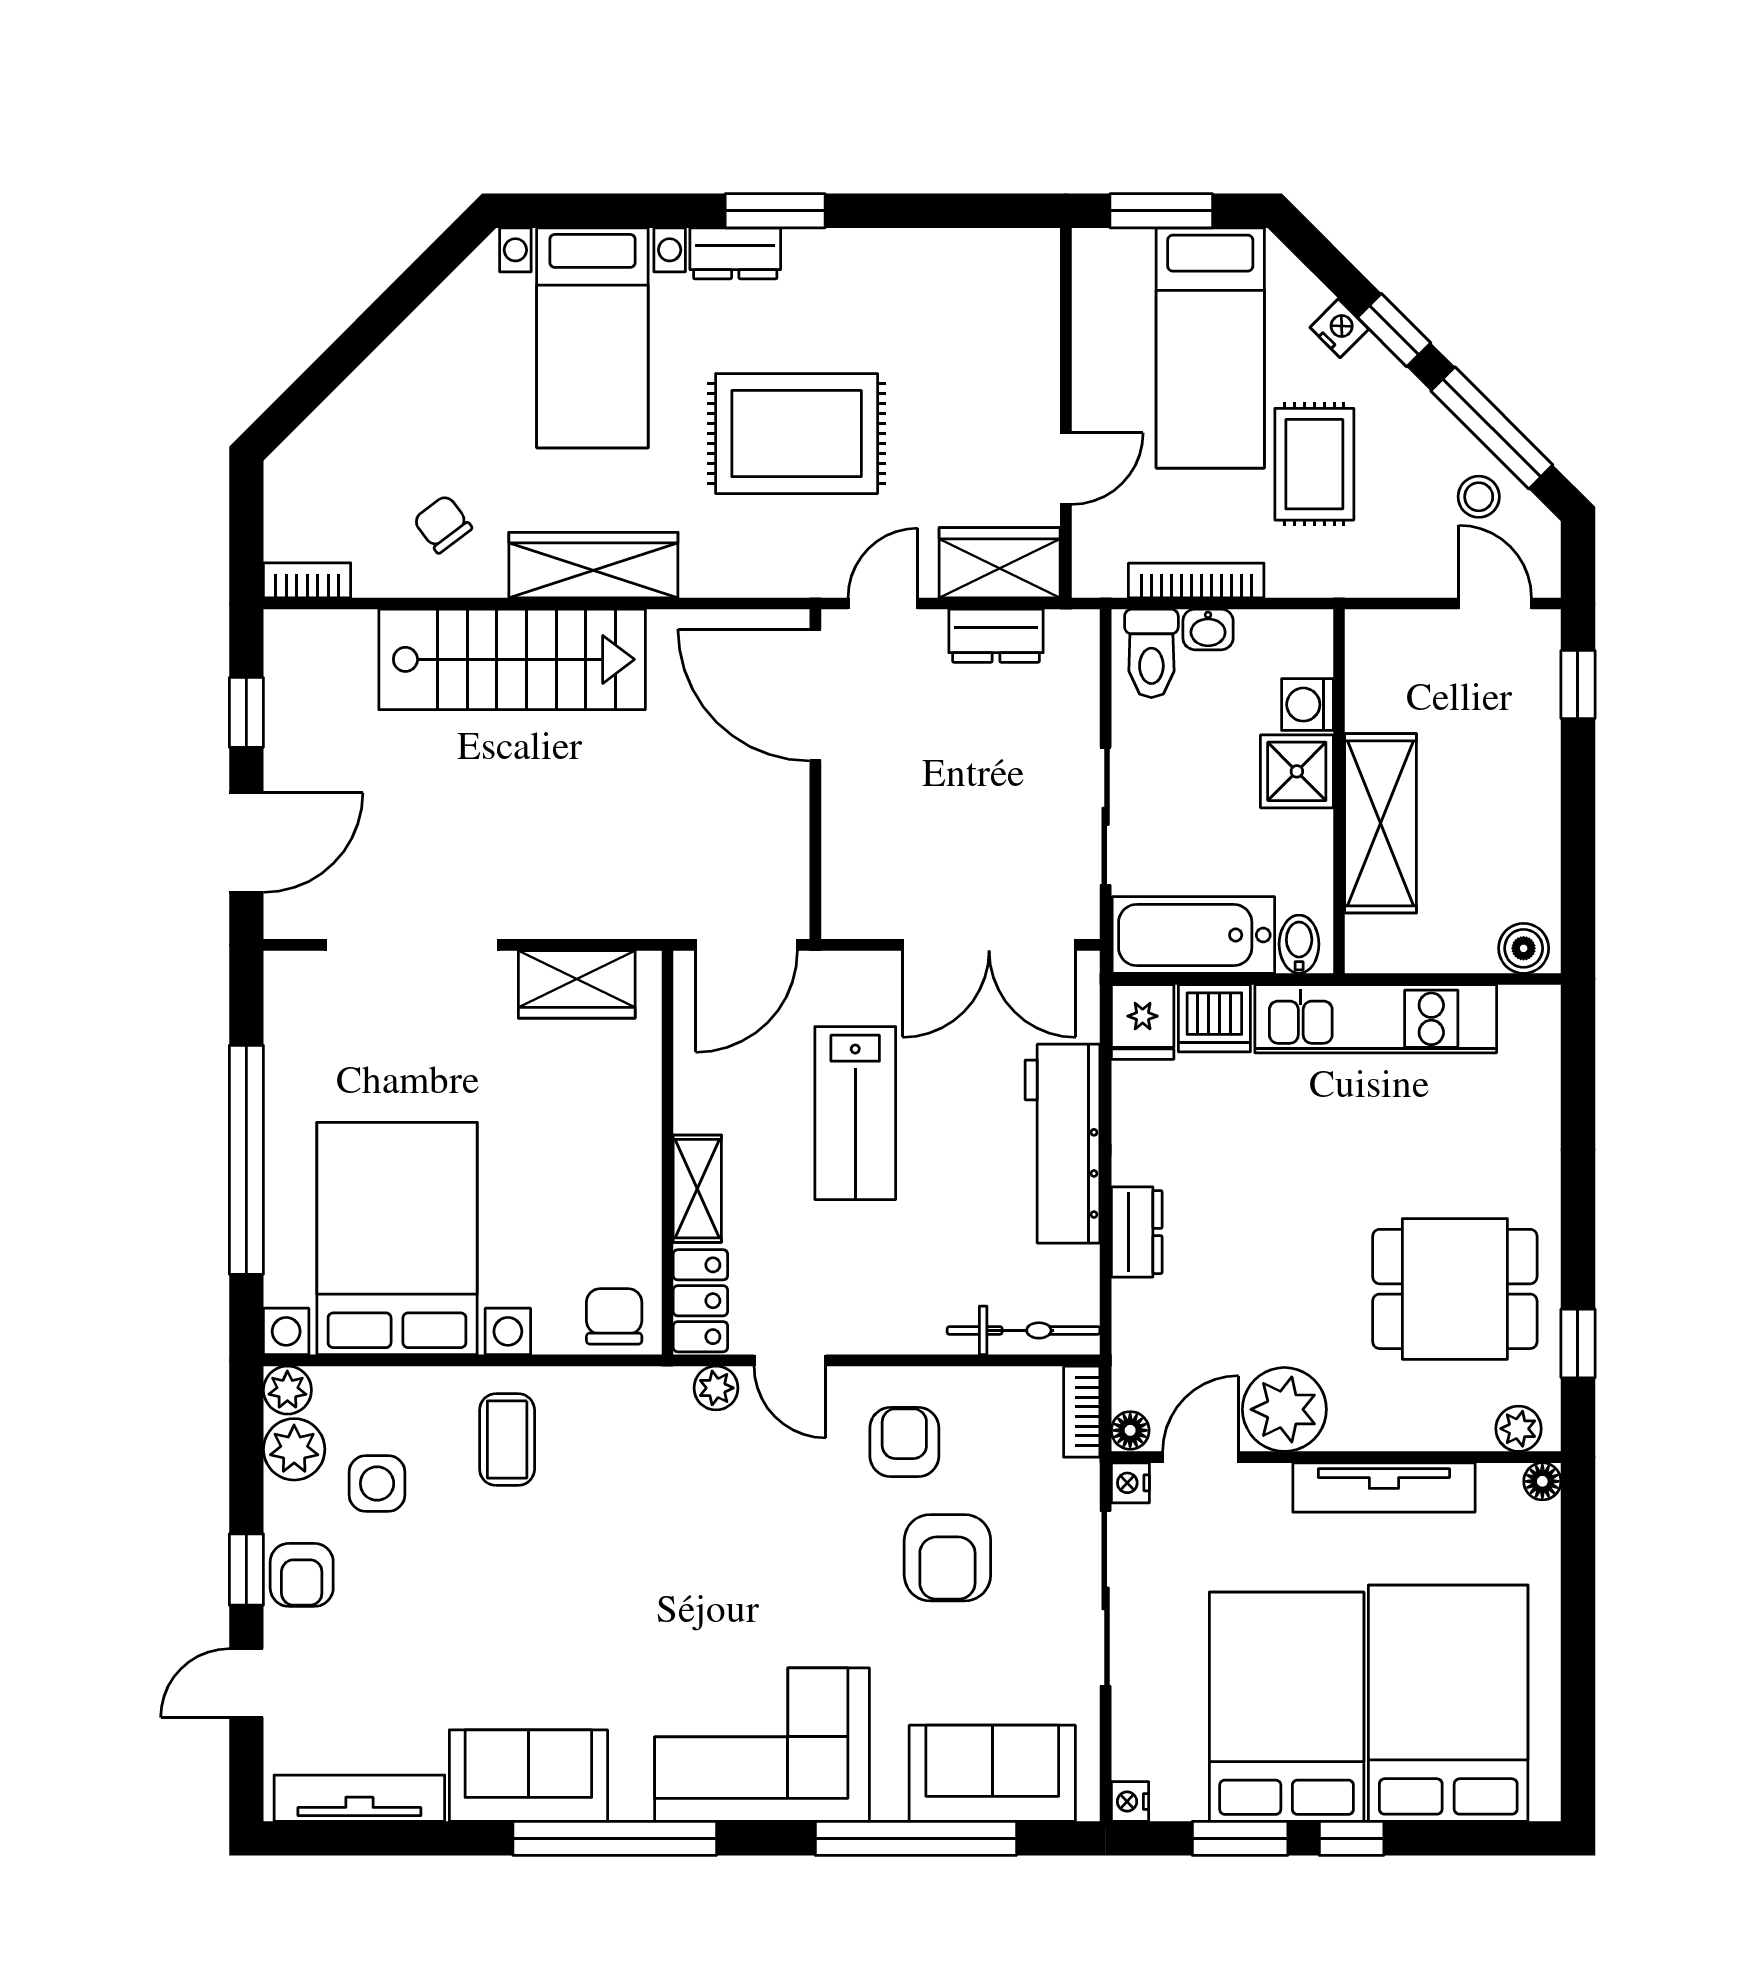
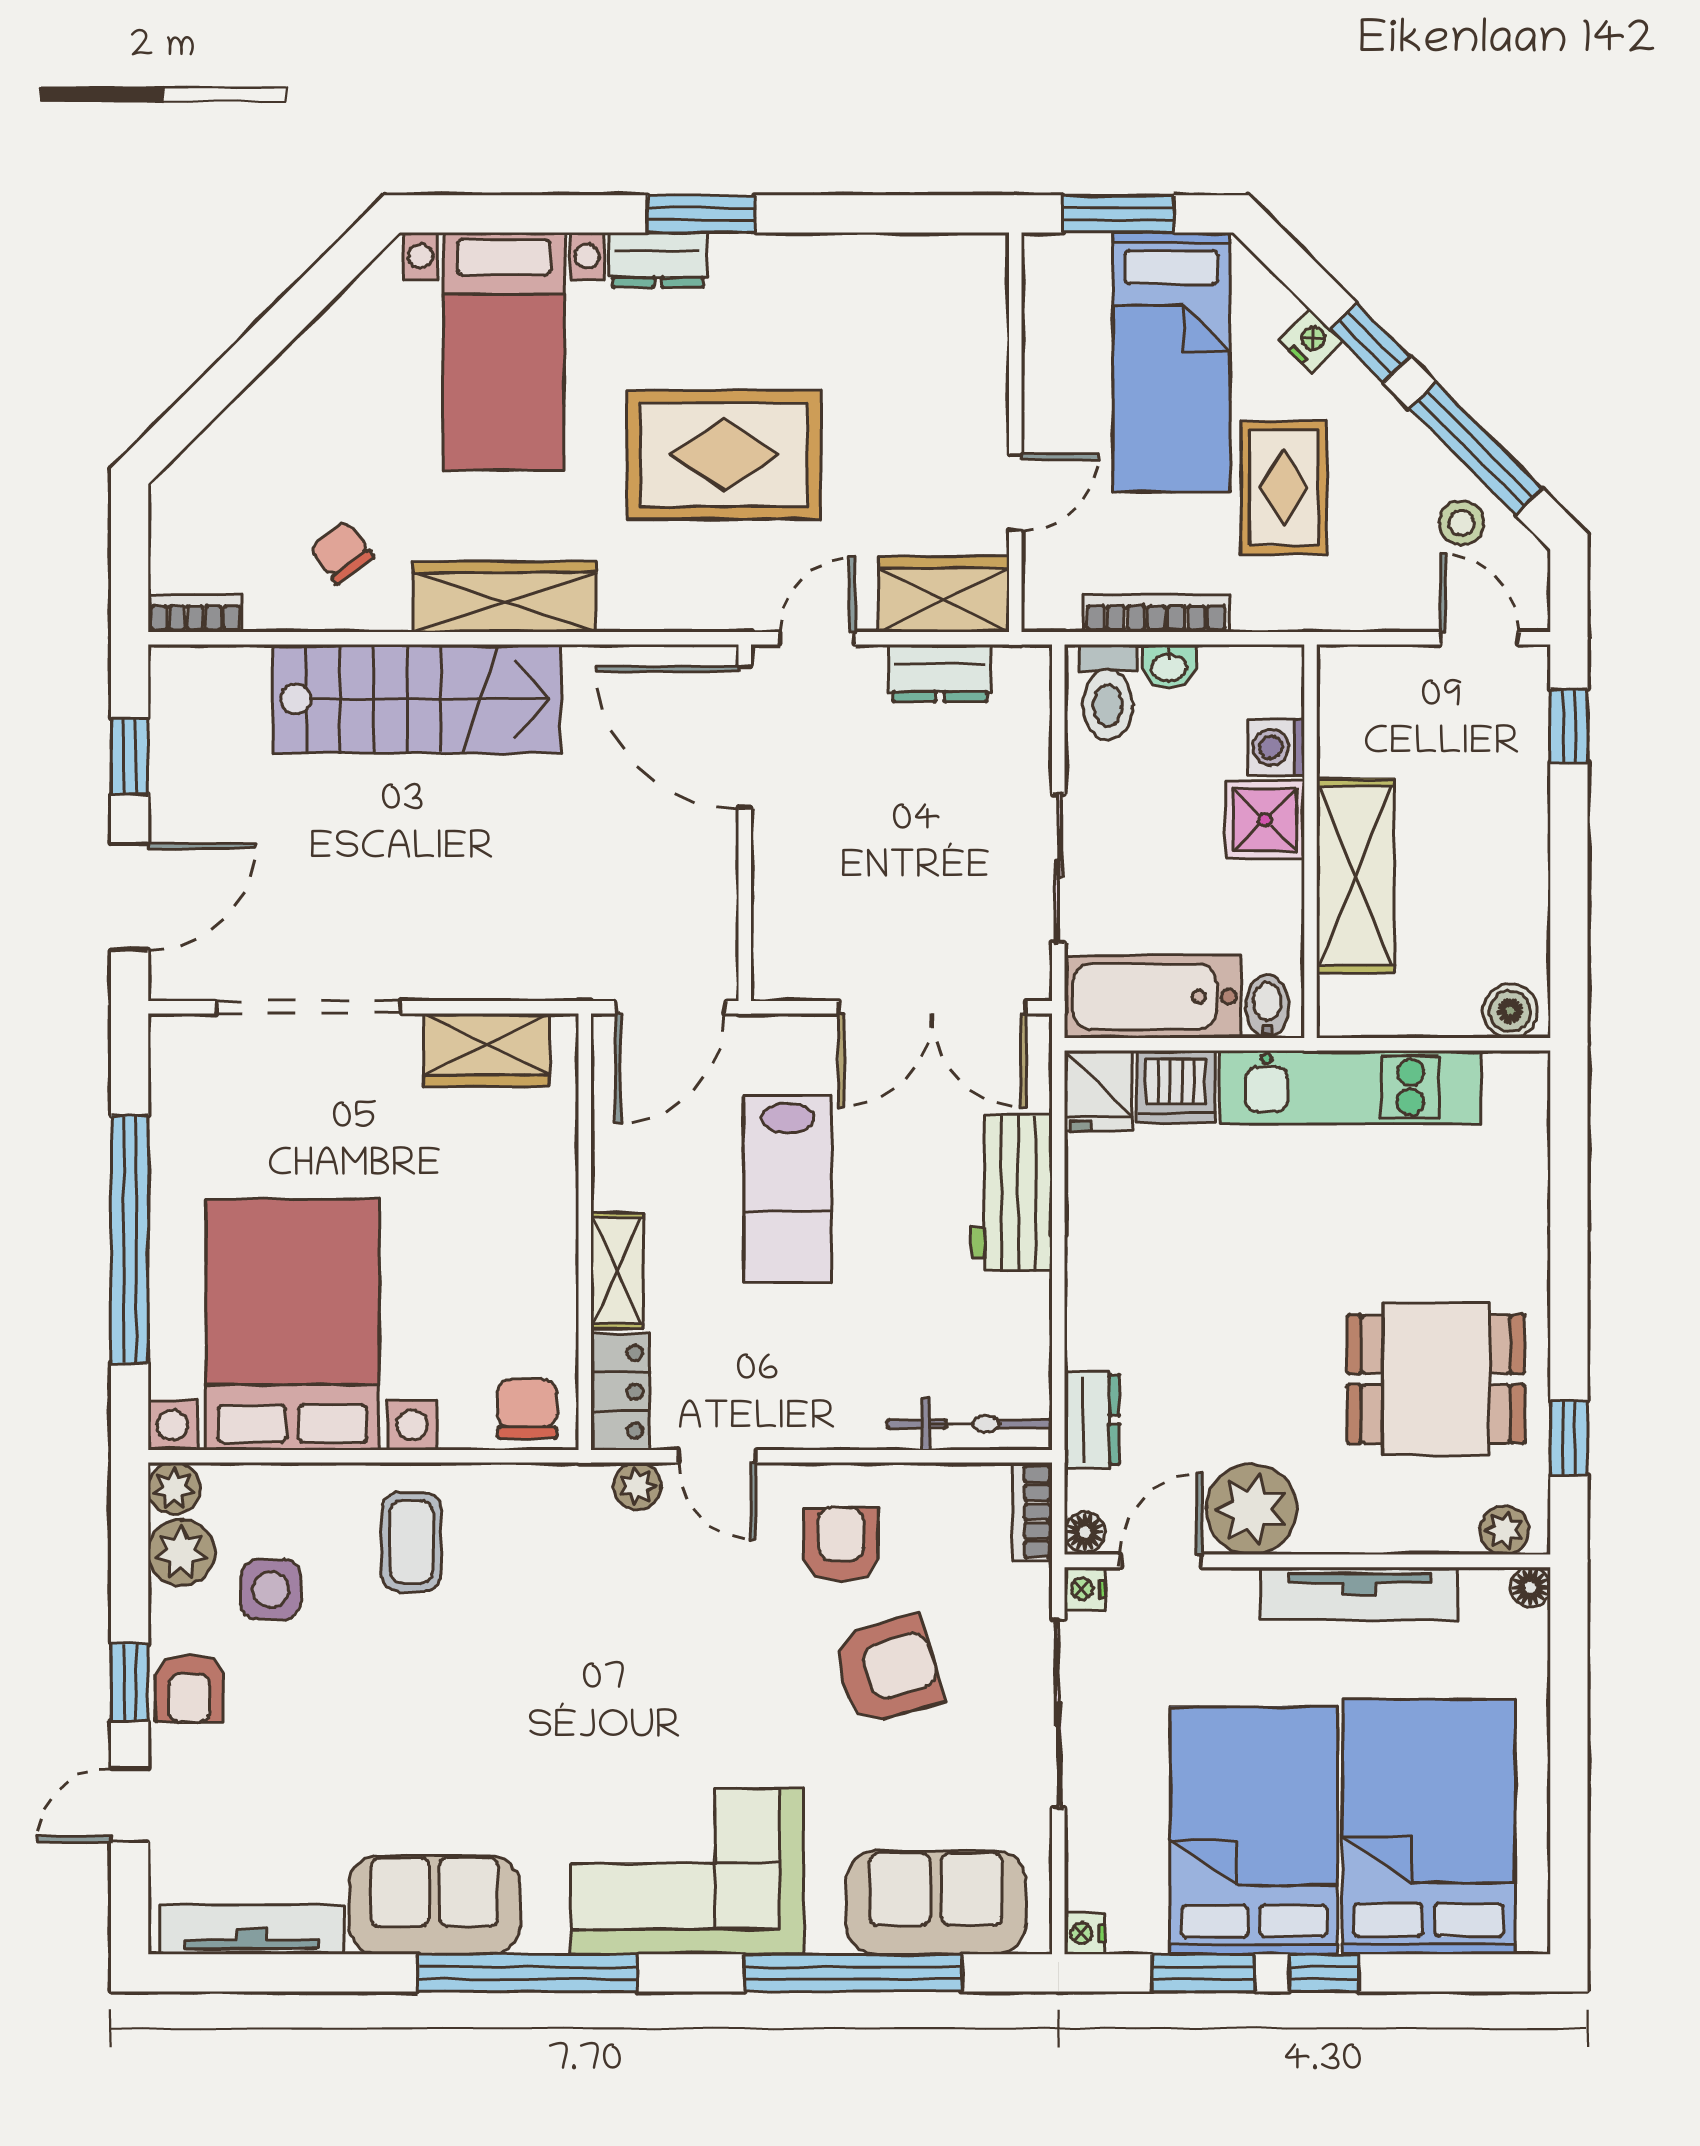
workbench: (1063, 1144) -> (1012, 1193), width x0.73
dresser: (1137, 1232) -> (1092, 1420), moved
armchair: (947, 1558) -> (887, 1670), turned -107

